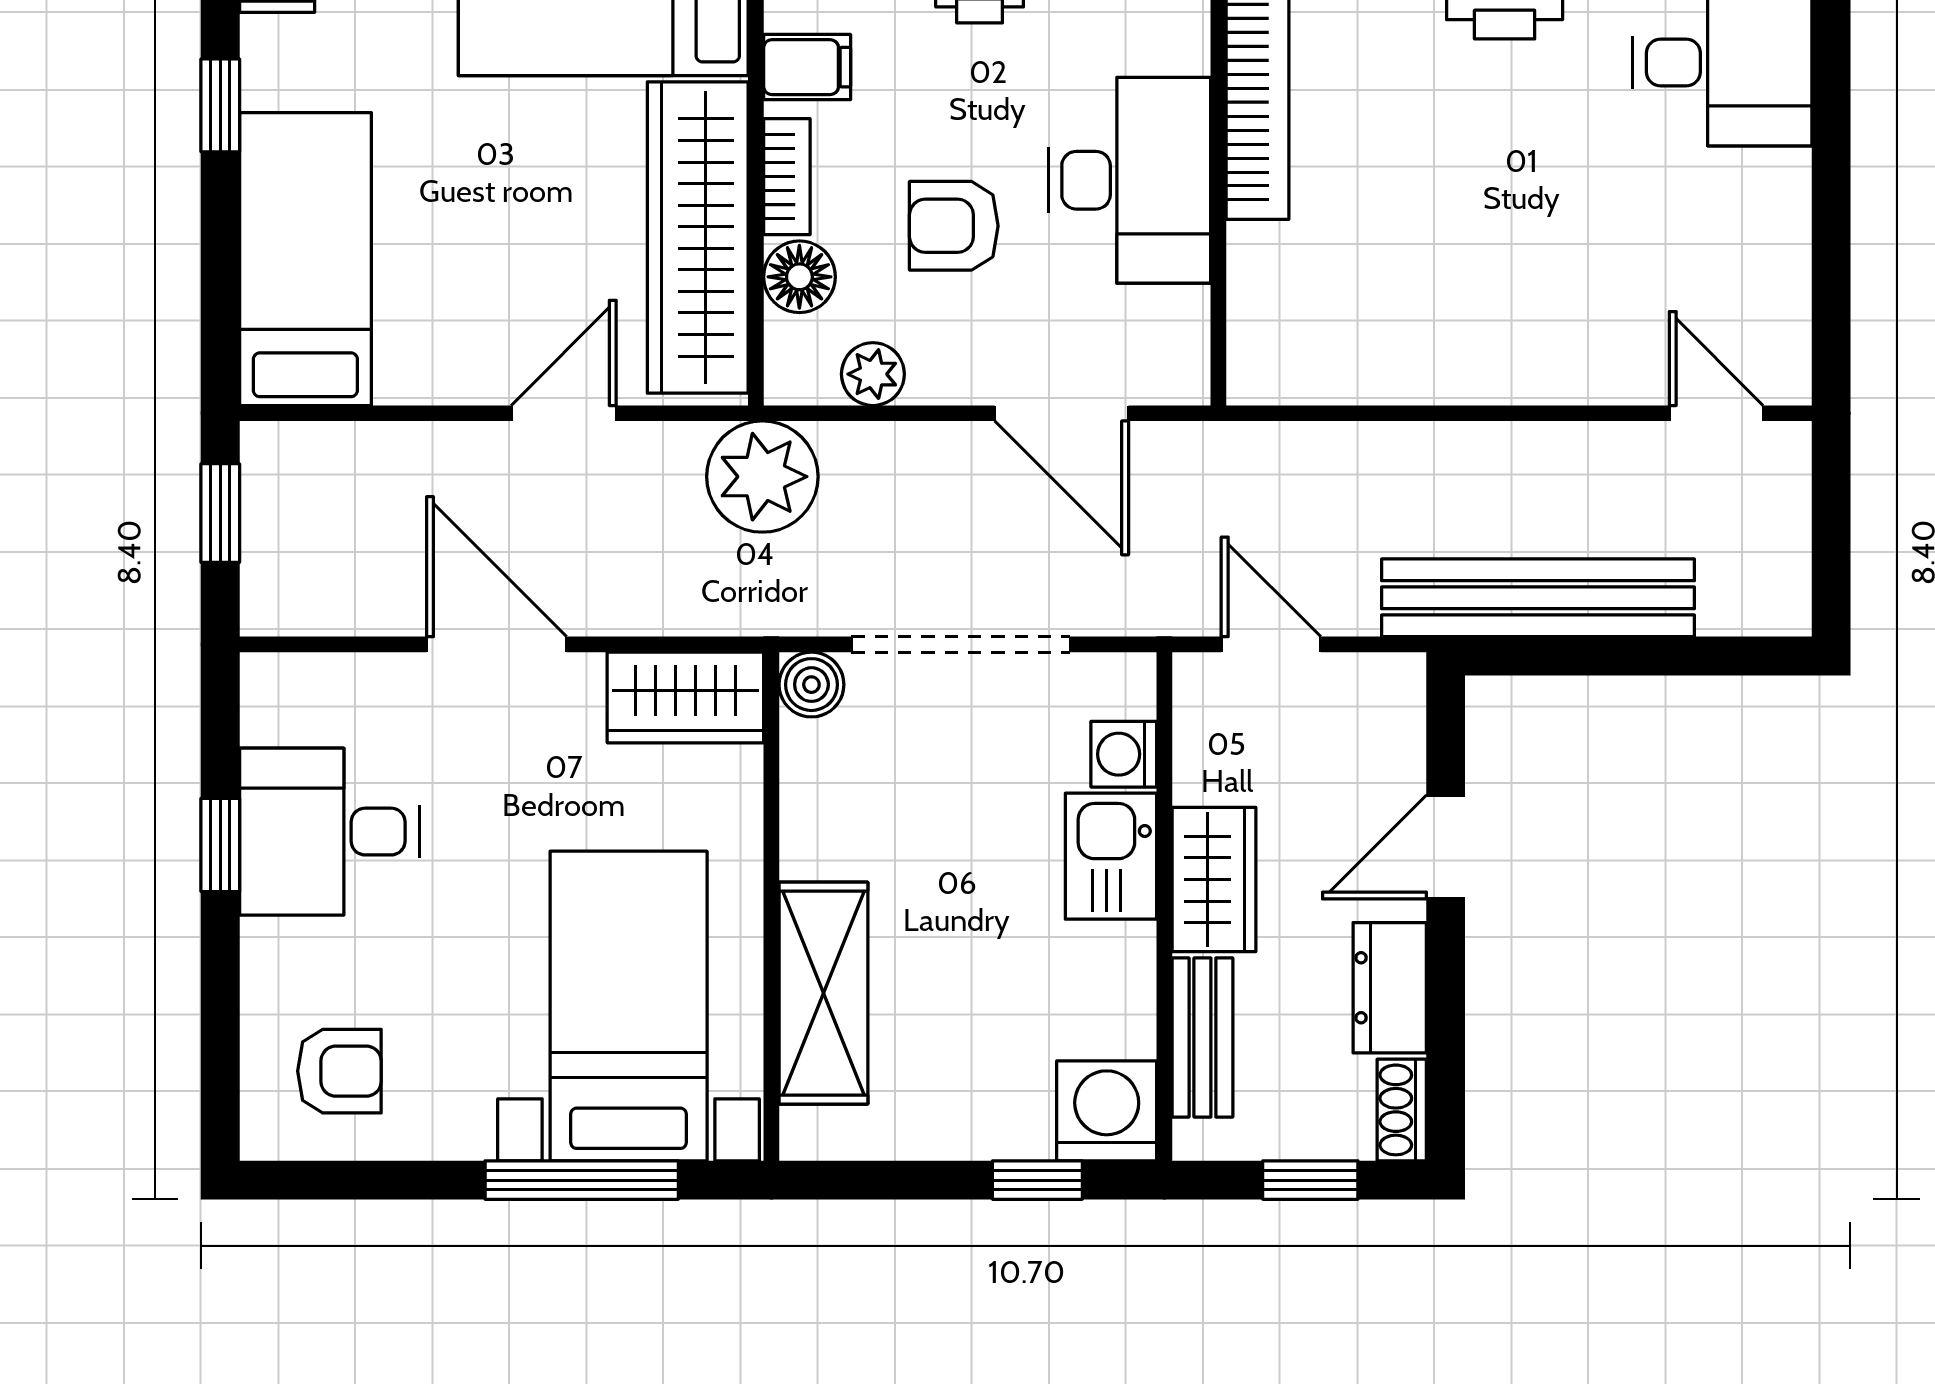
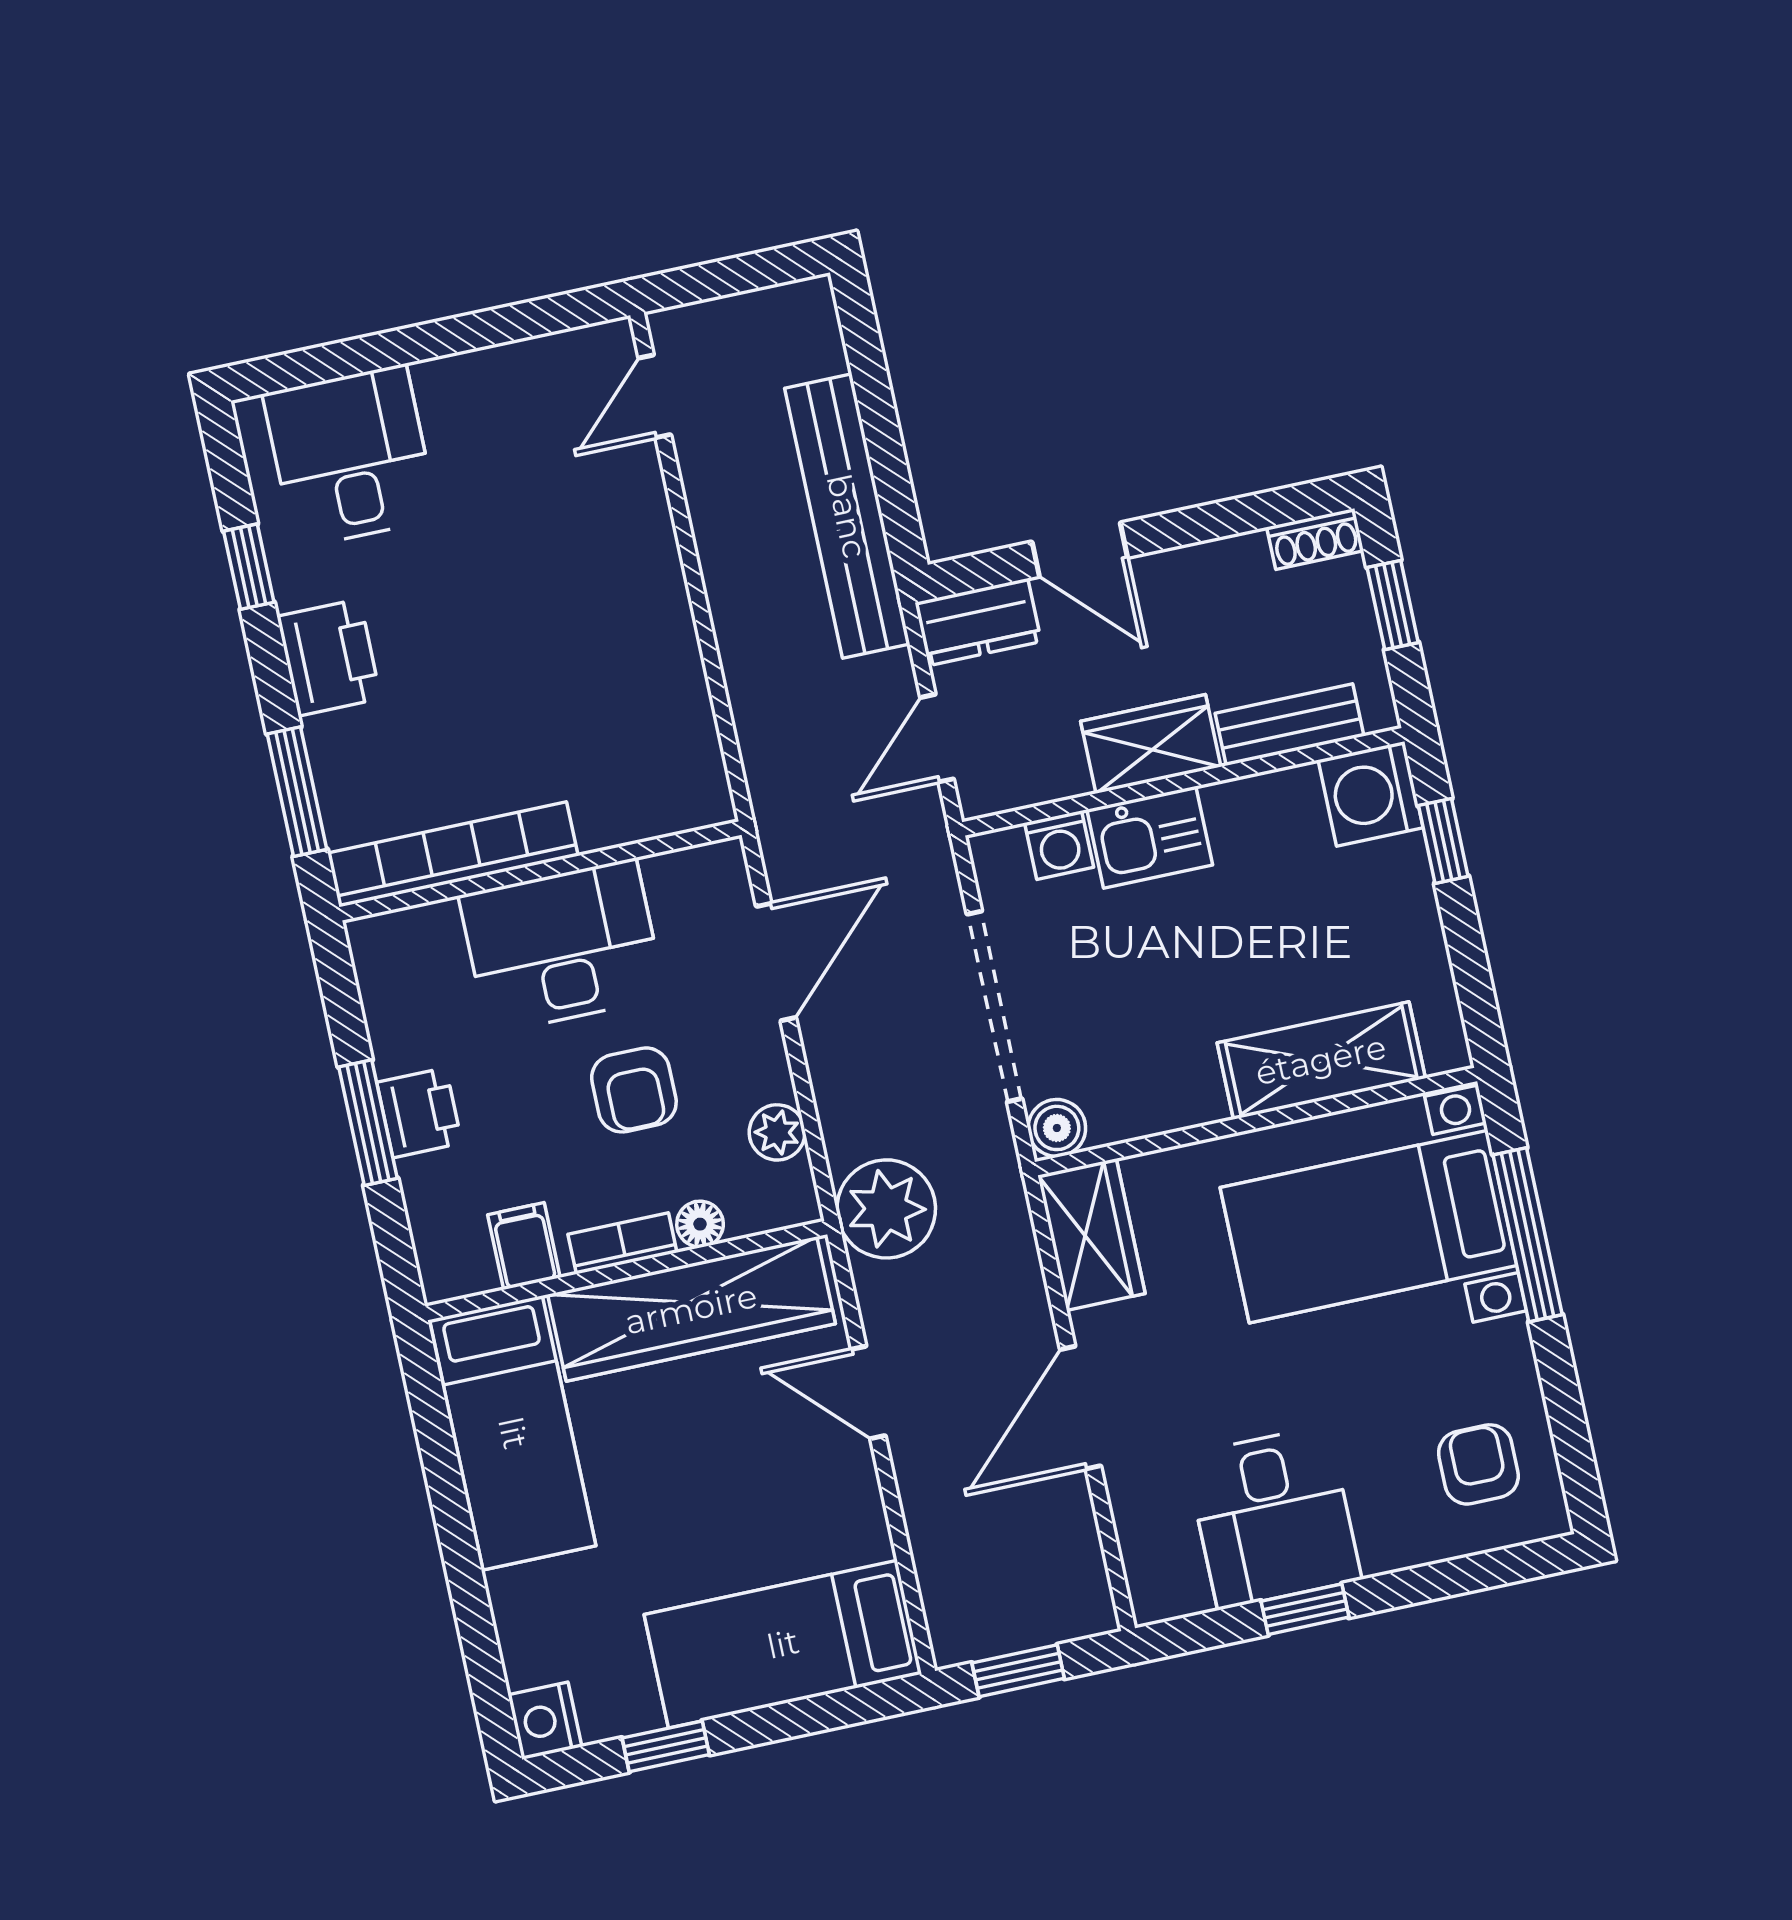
floor lamp: (799, 277) -> (700, 1224), width x0.73, depth x0.73
dresser: (1390, 988) -> (978, 622), moved

